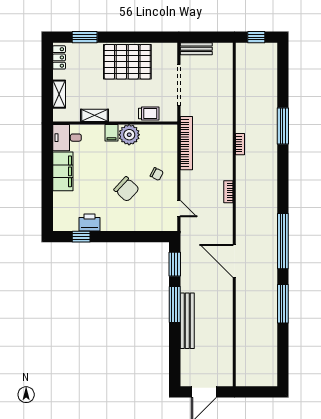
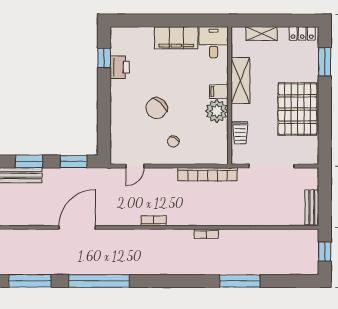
bench: (196, 49) -> (312, 207), moved
shelving: (95, 115) -> (240, 80), width x1.50, depth x1.33
window: (283, 126) -> (240, 281), moved
window: (175, 304) -> (29, 161), width x0.69

